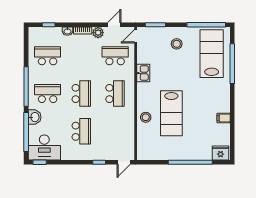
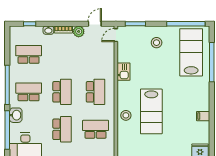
school desk: (115, 56) -> (96, 129), moved

